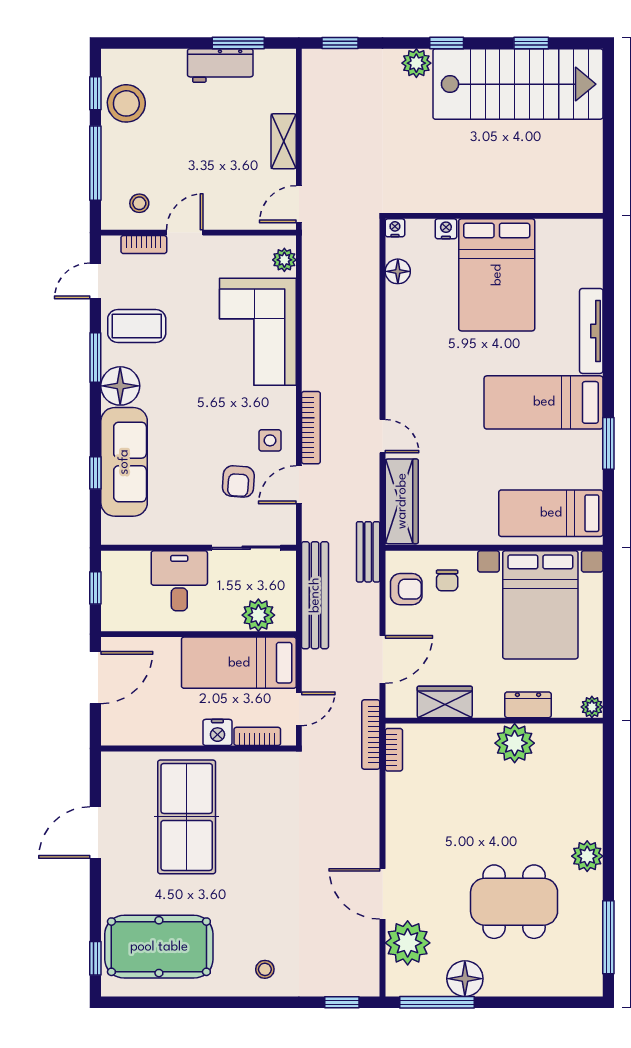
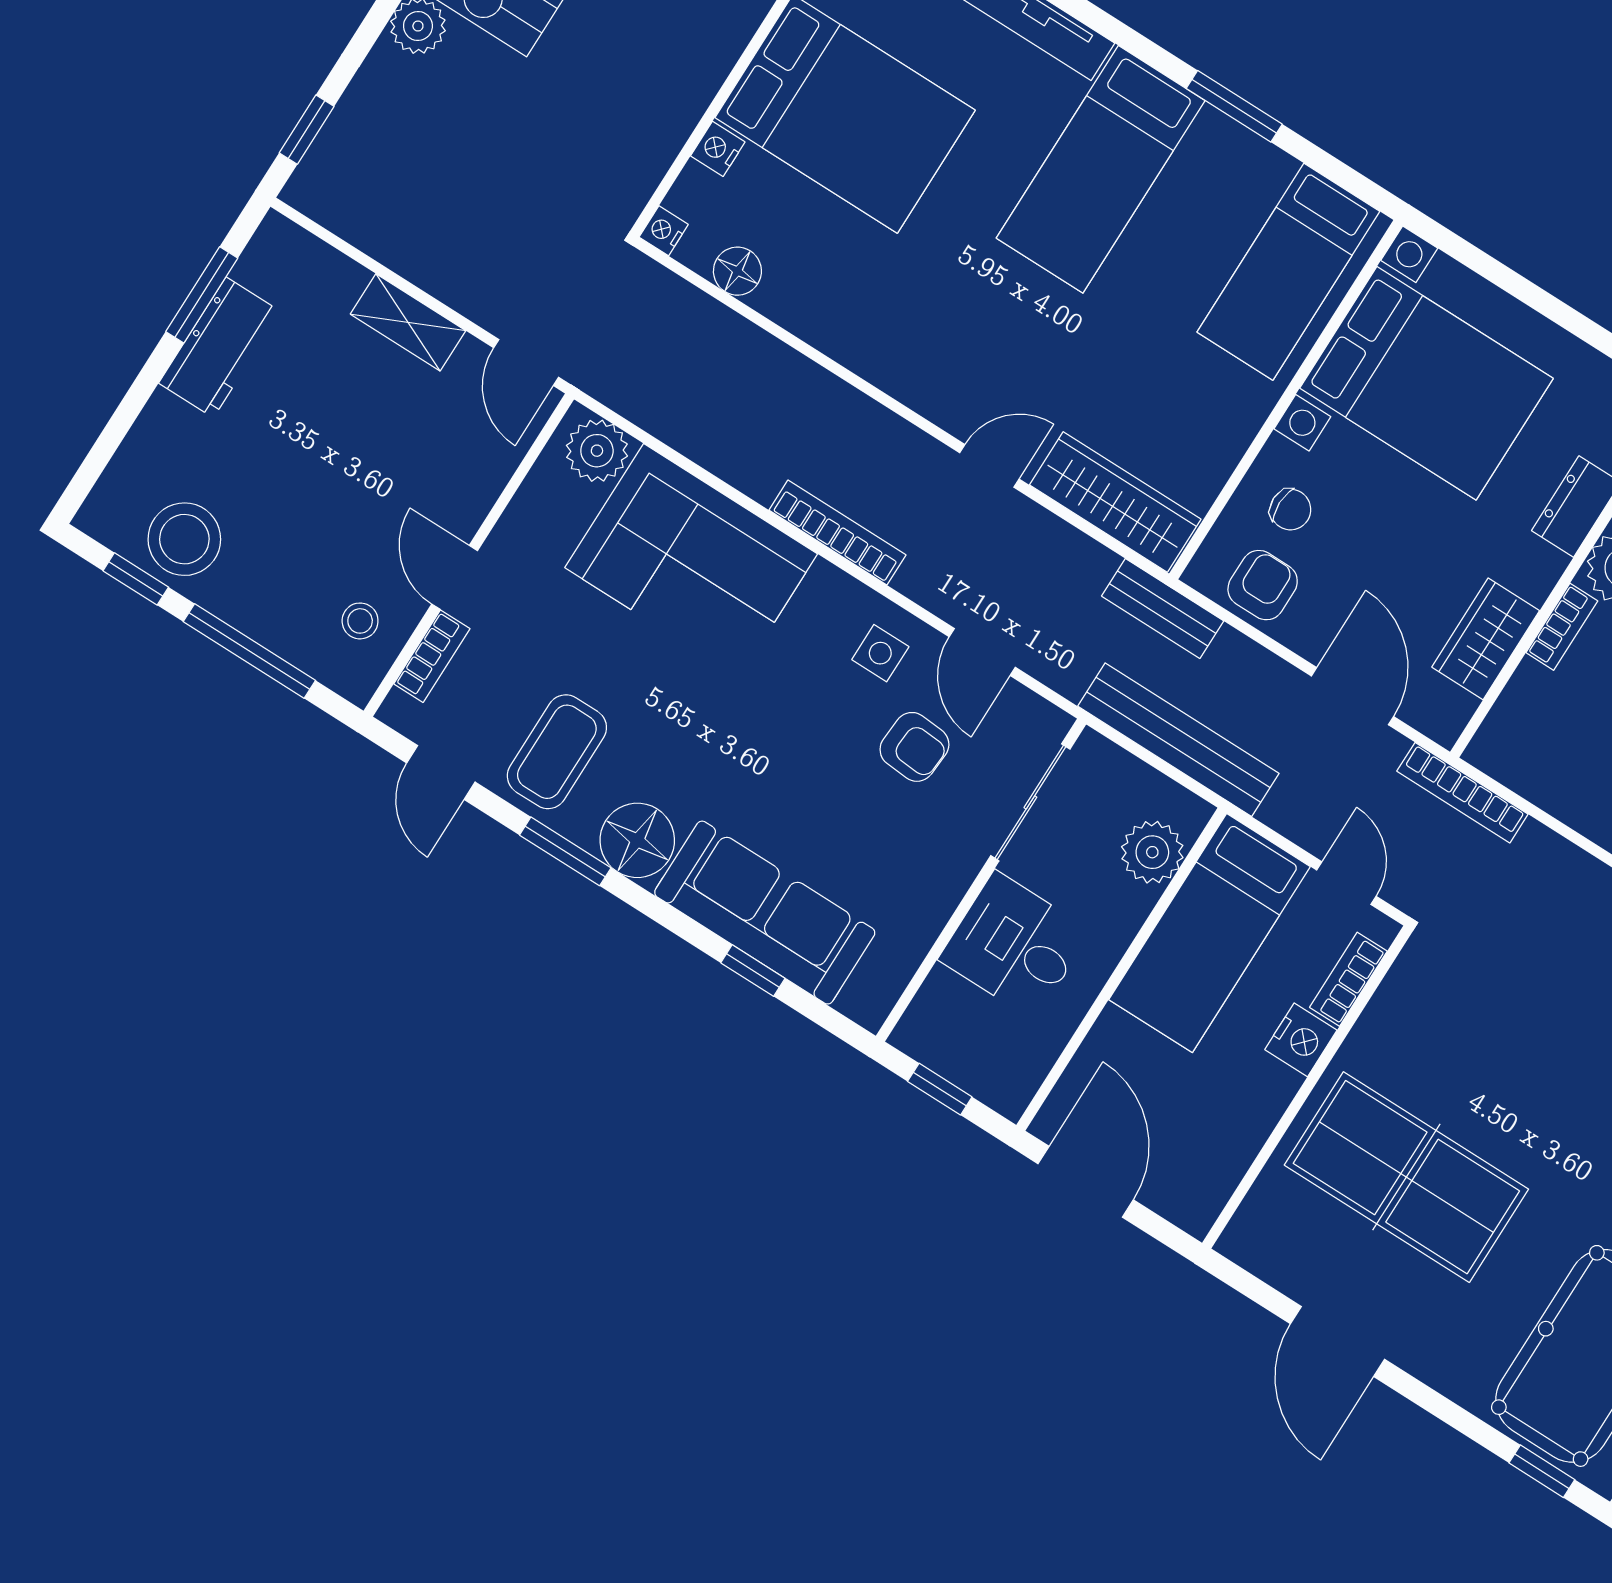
plant: (284, 260) -> (597, 451), width x1.38, depth x1.38
bookcase: (311, 428) -> (837, 533), moved
bookcase: (394, 750) -> (1562, 627), moved, turned 90

